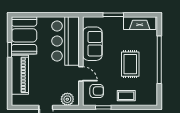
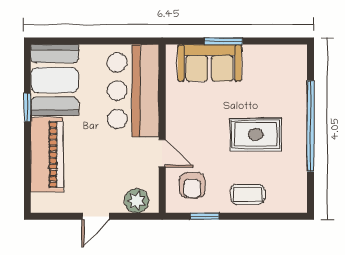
fireplace: (140, 23) -> (273, 57), removed
sofa: (92, 44) -> (210, 63), moved, turned 90
rug: (130, 64) -> (256, 134), turned 90
armchair: (97, 91) -> (192, 185), turned 90

